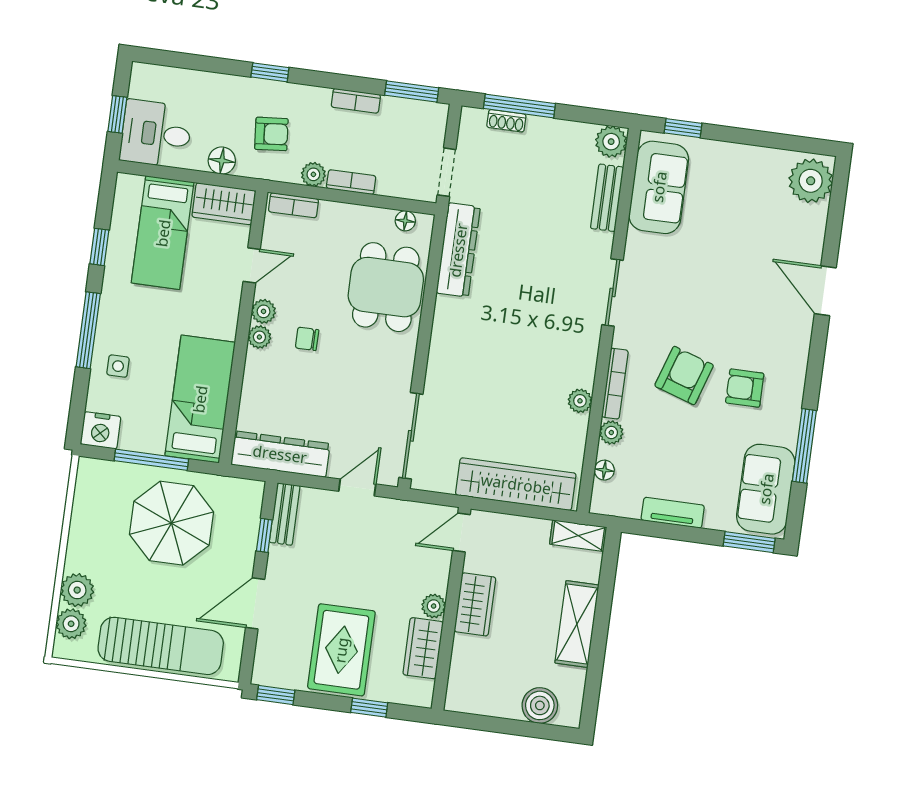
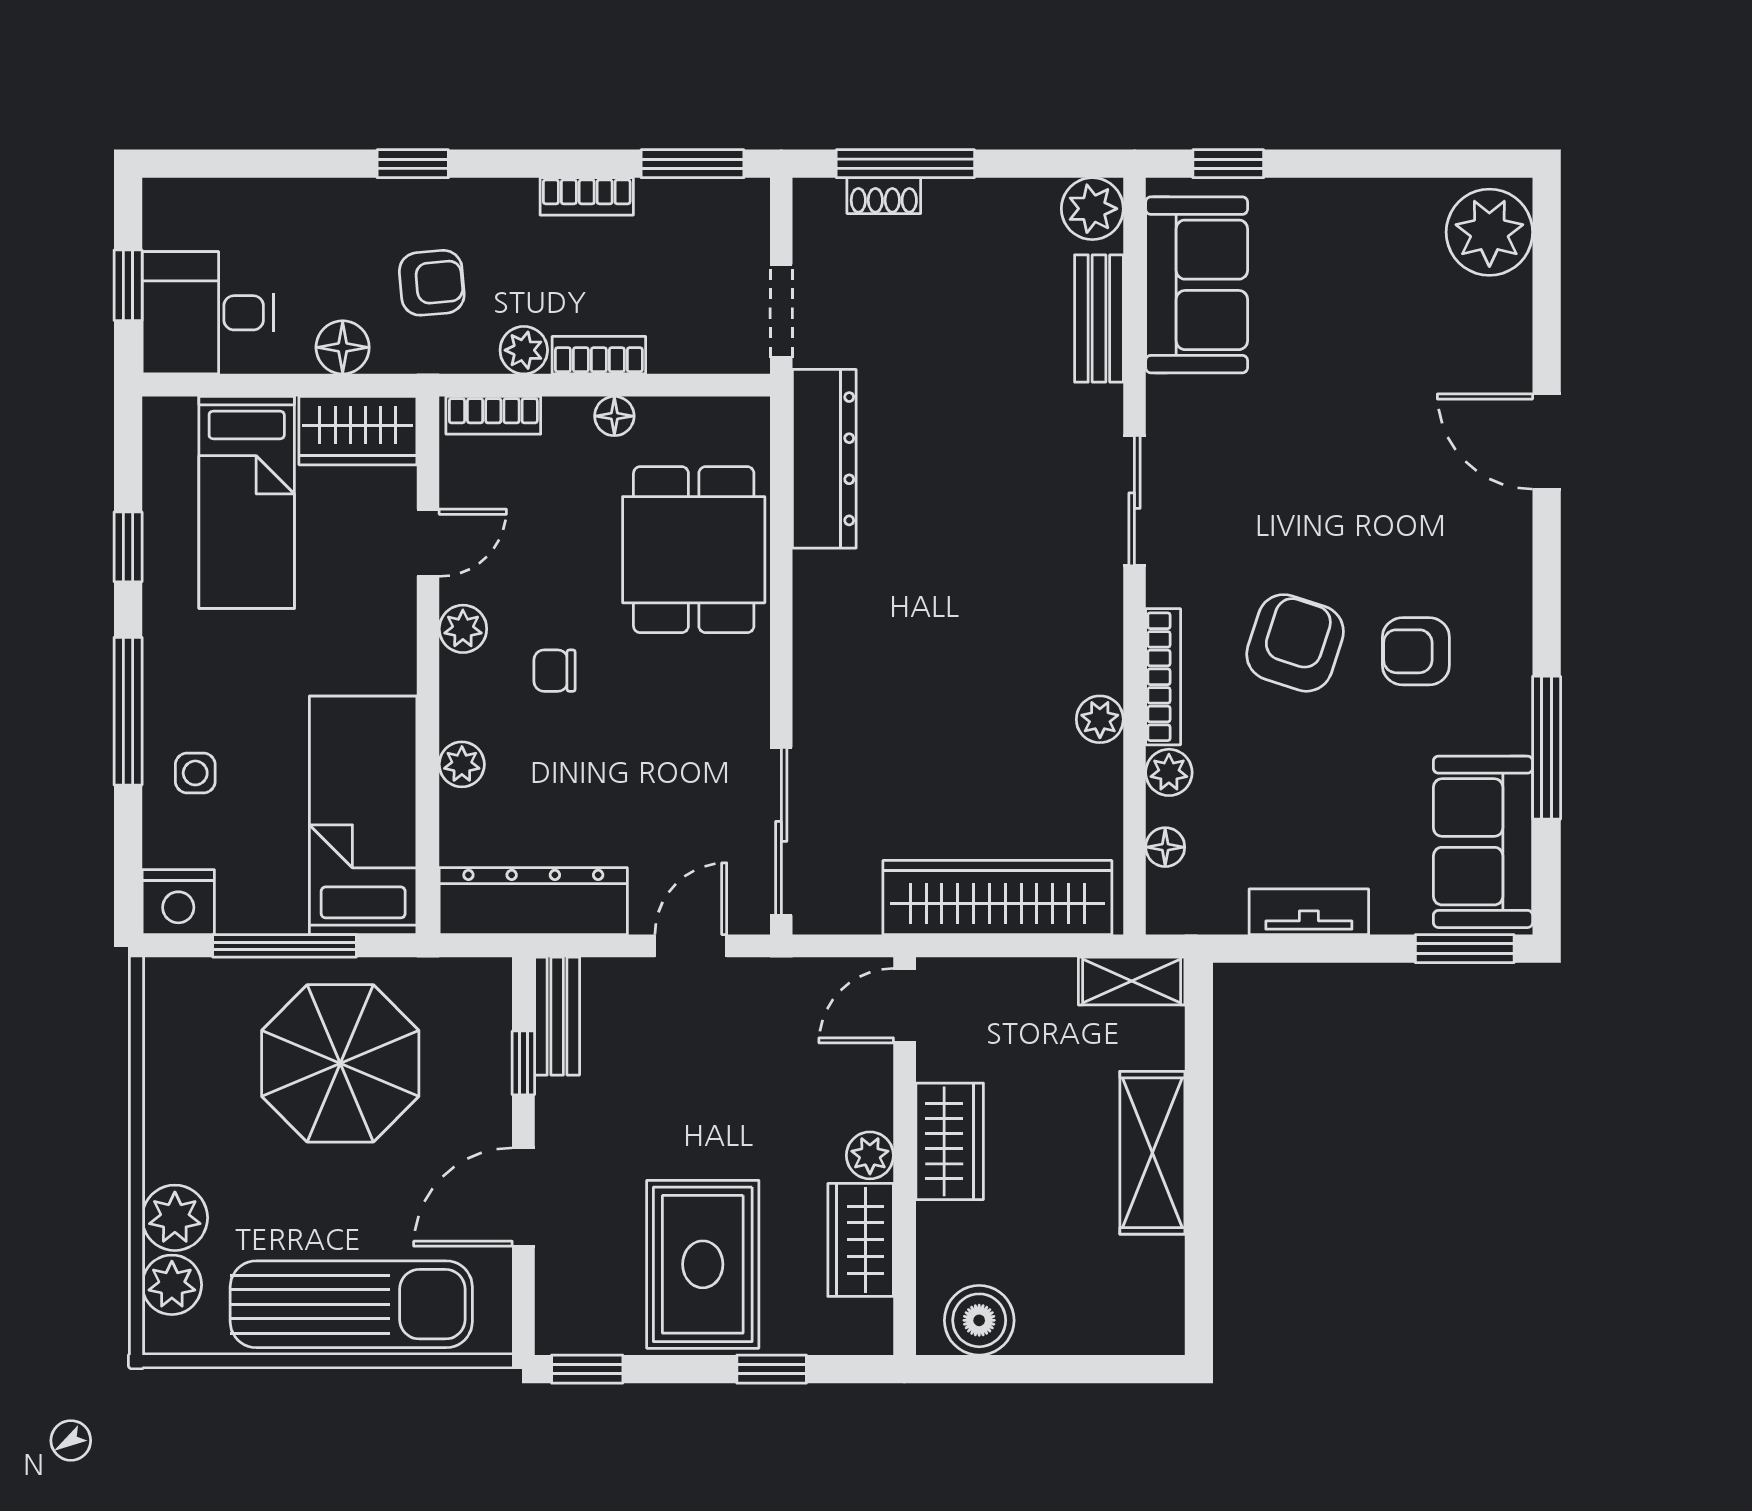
floor lamp: (405, 221) -> (614, 416), moved
plant: (259, 337) -> (462, 764), moved
boiler: (540, 705) -> (979, 1320), moved

